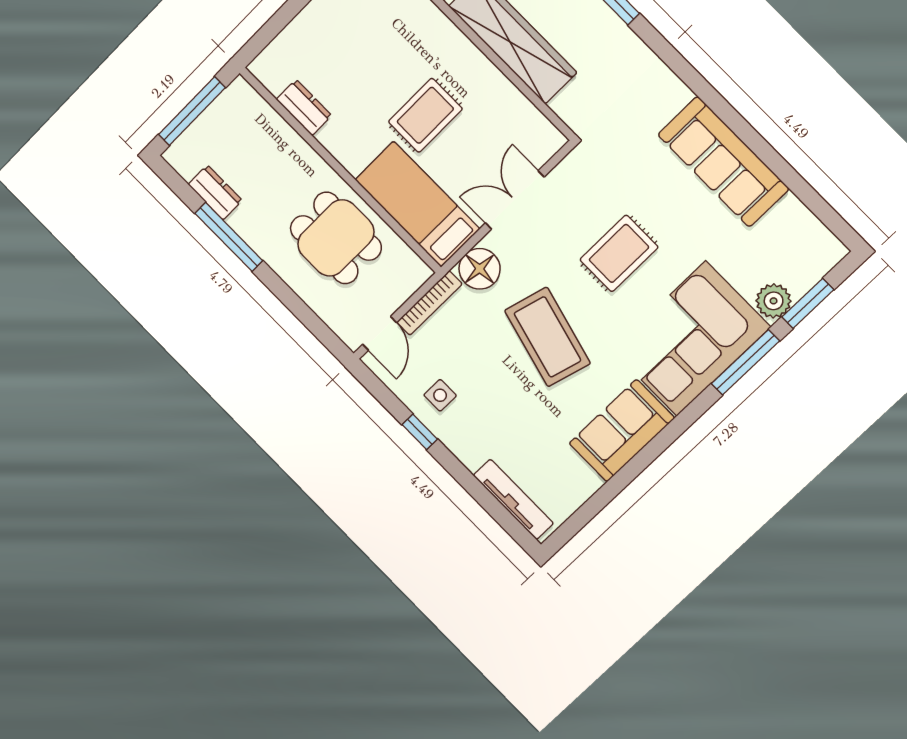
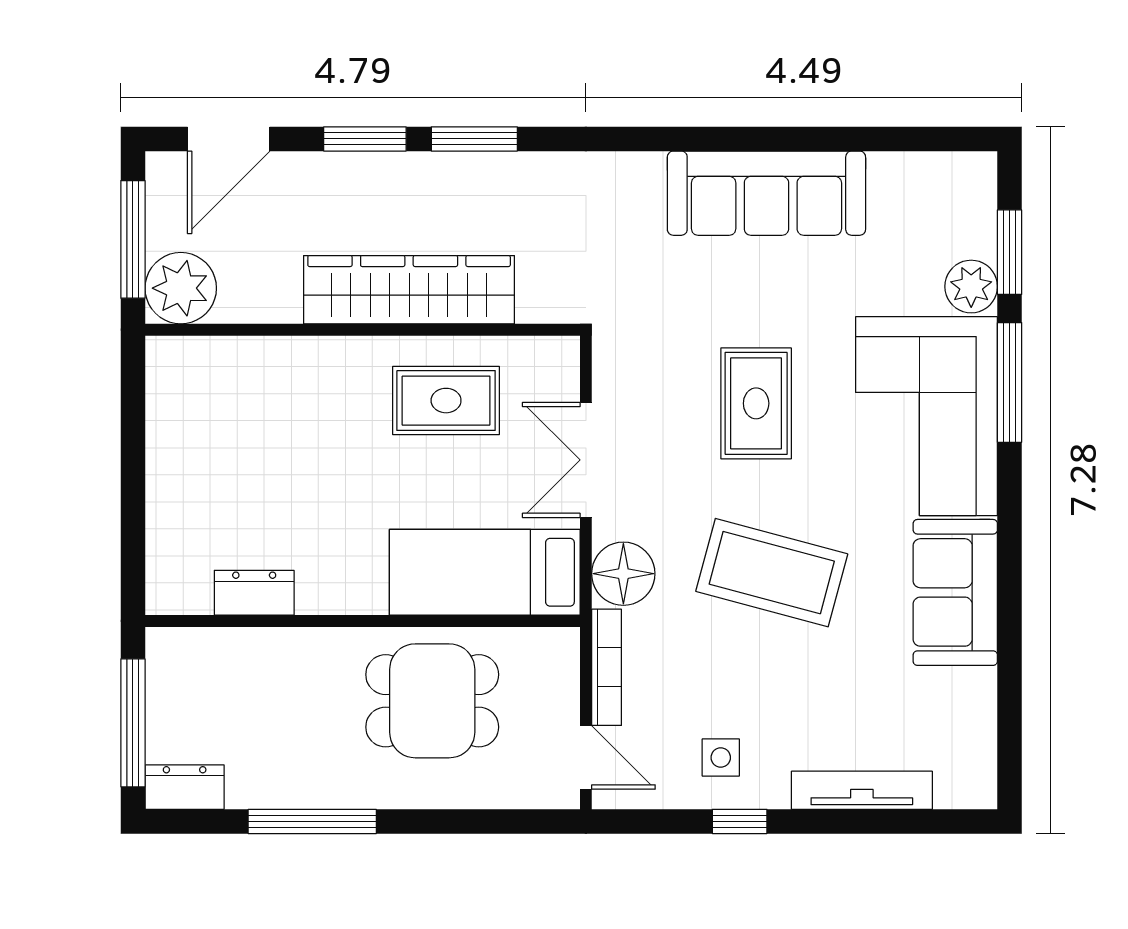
rug: (425, 115) -> (446, 401), moved, turned 90
dresser: (215, 192) -> (185, 787), moved
tv unit: (513, 499) -> (862, 790), moved

